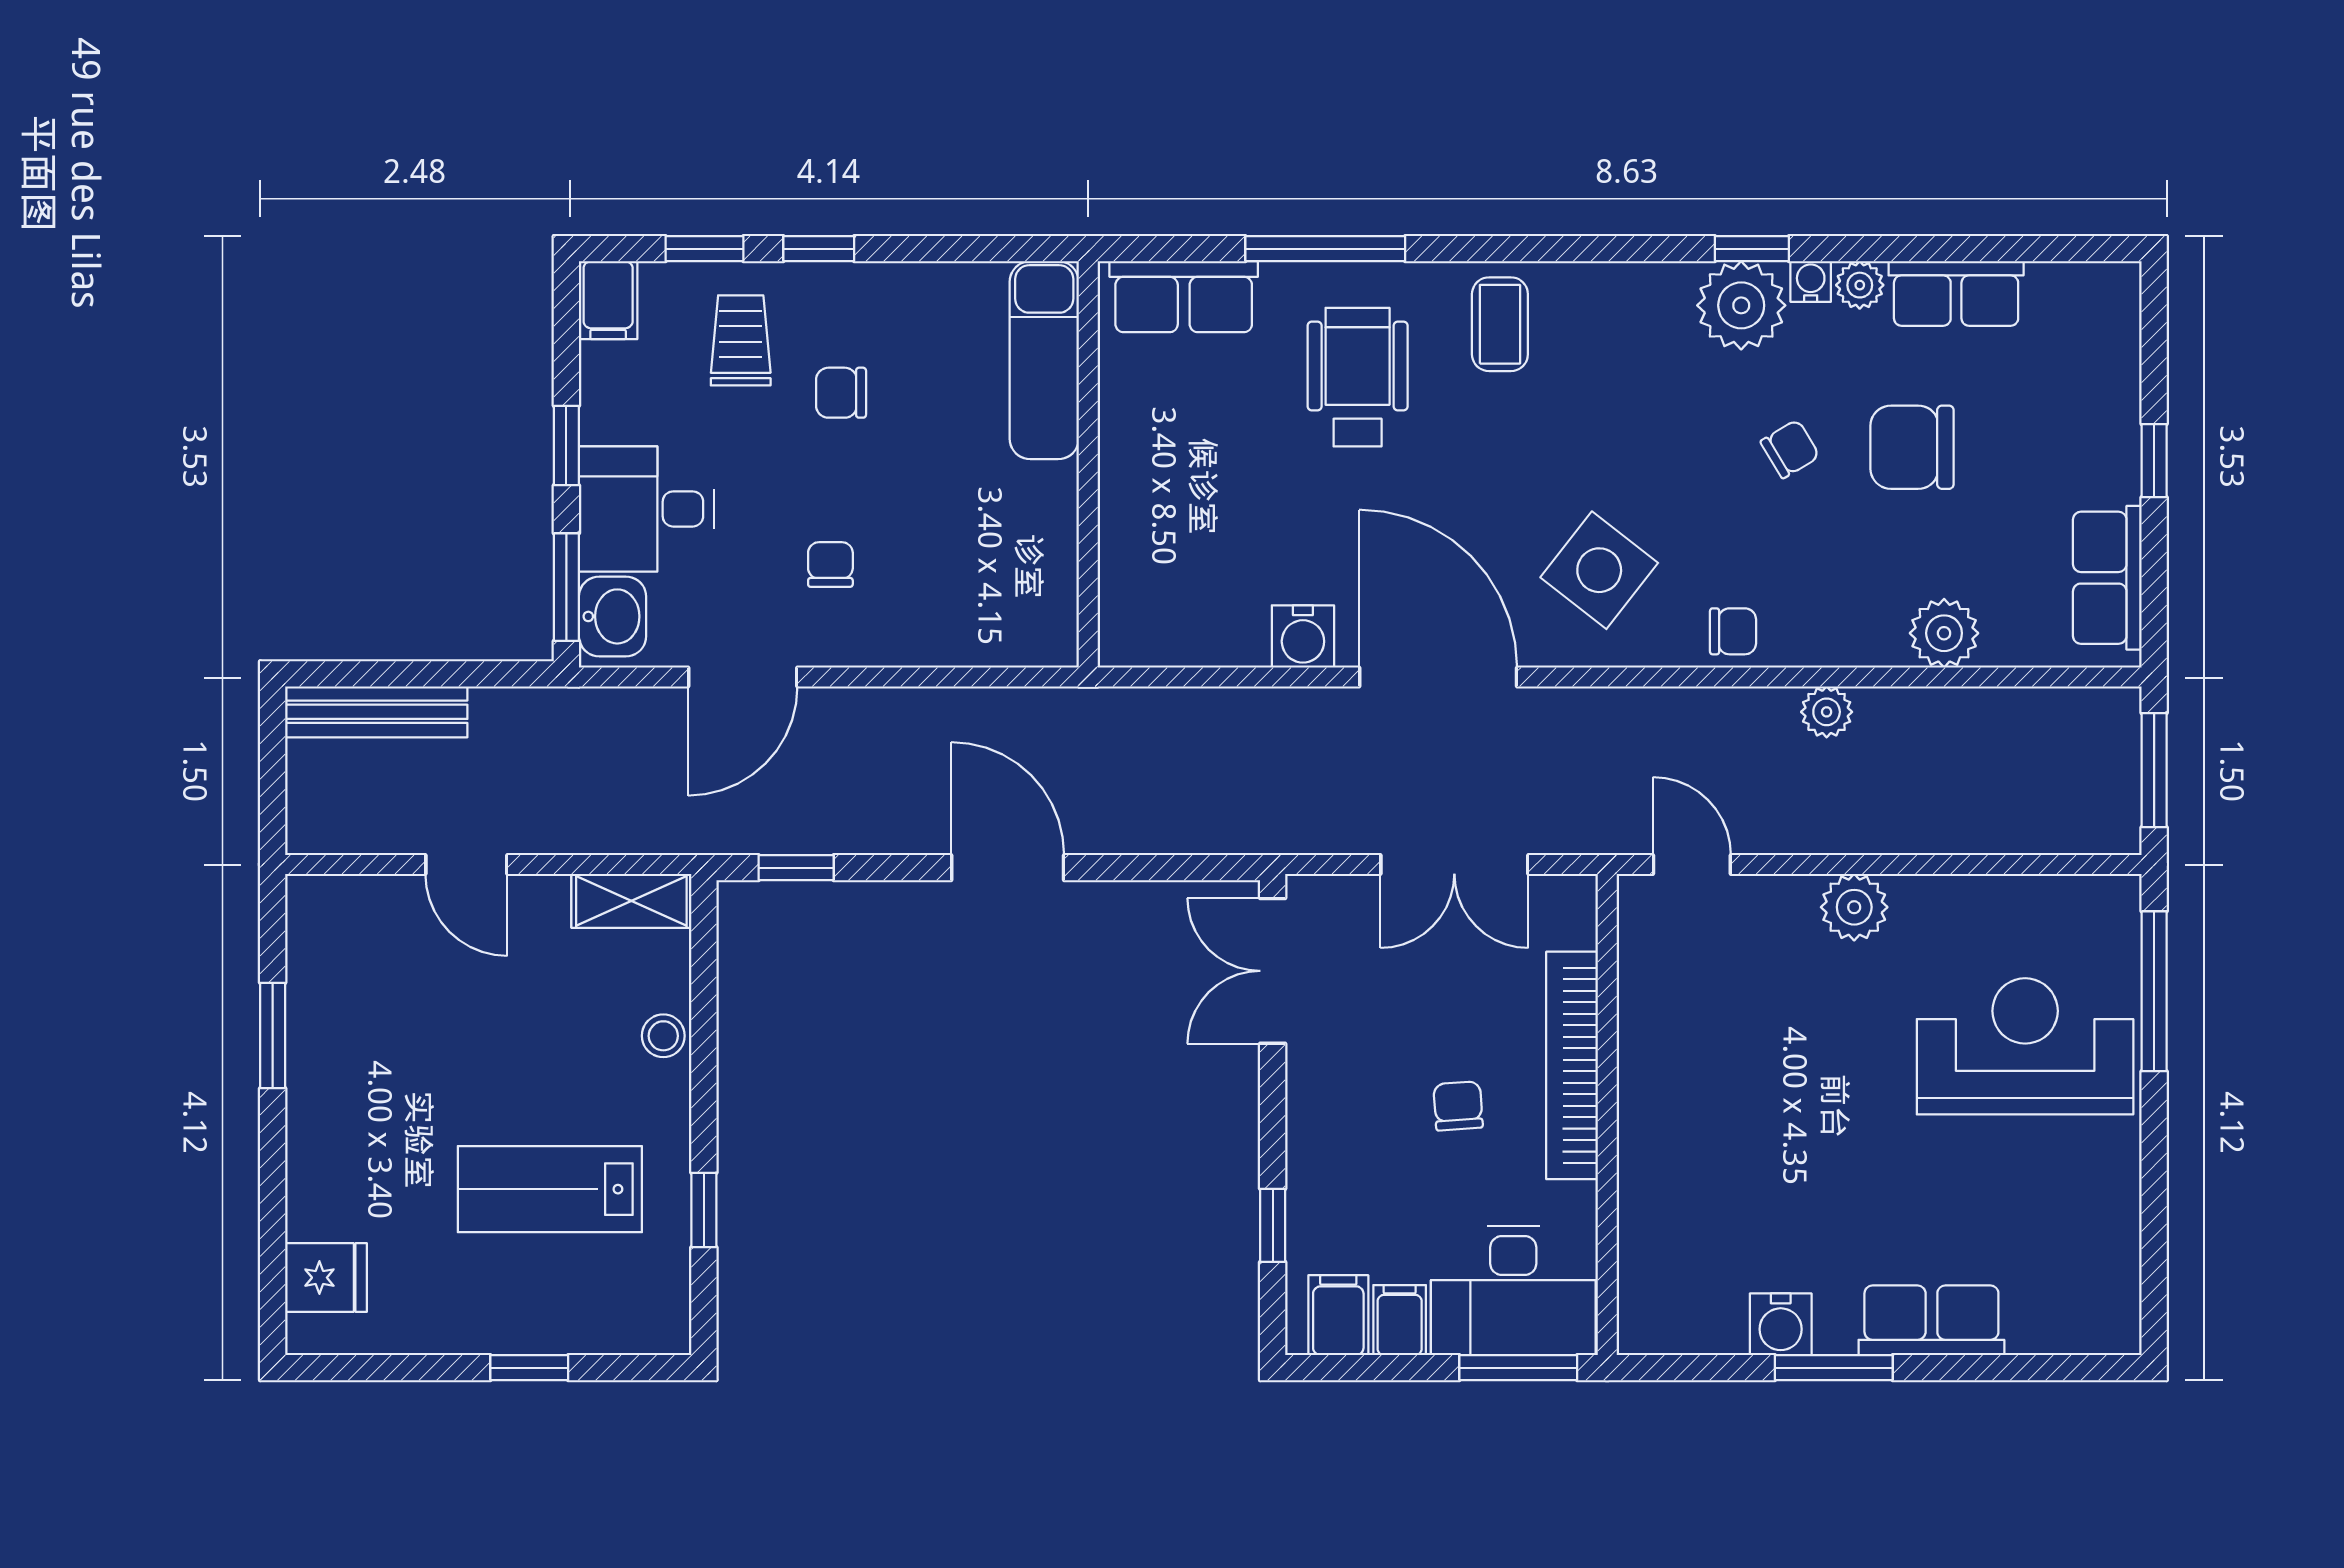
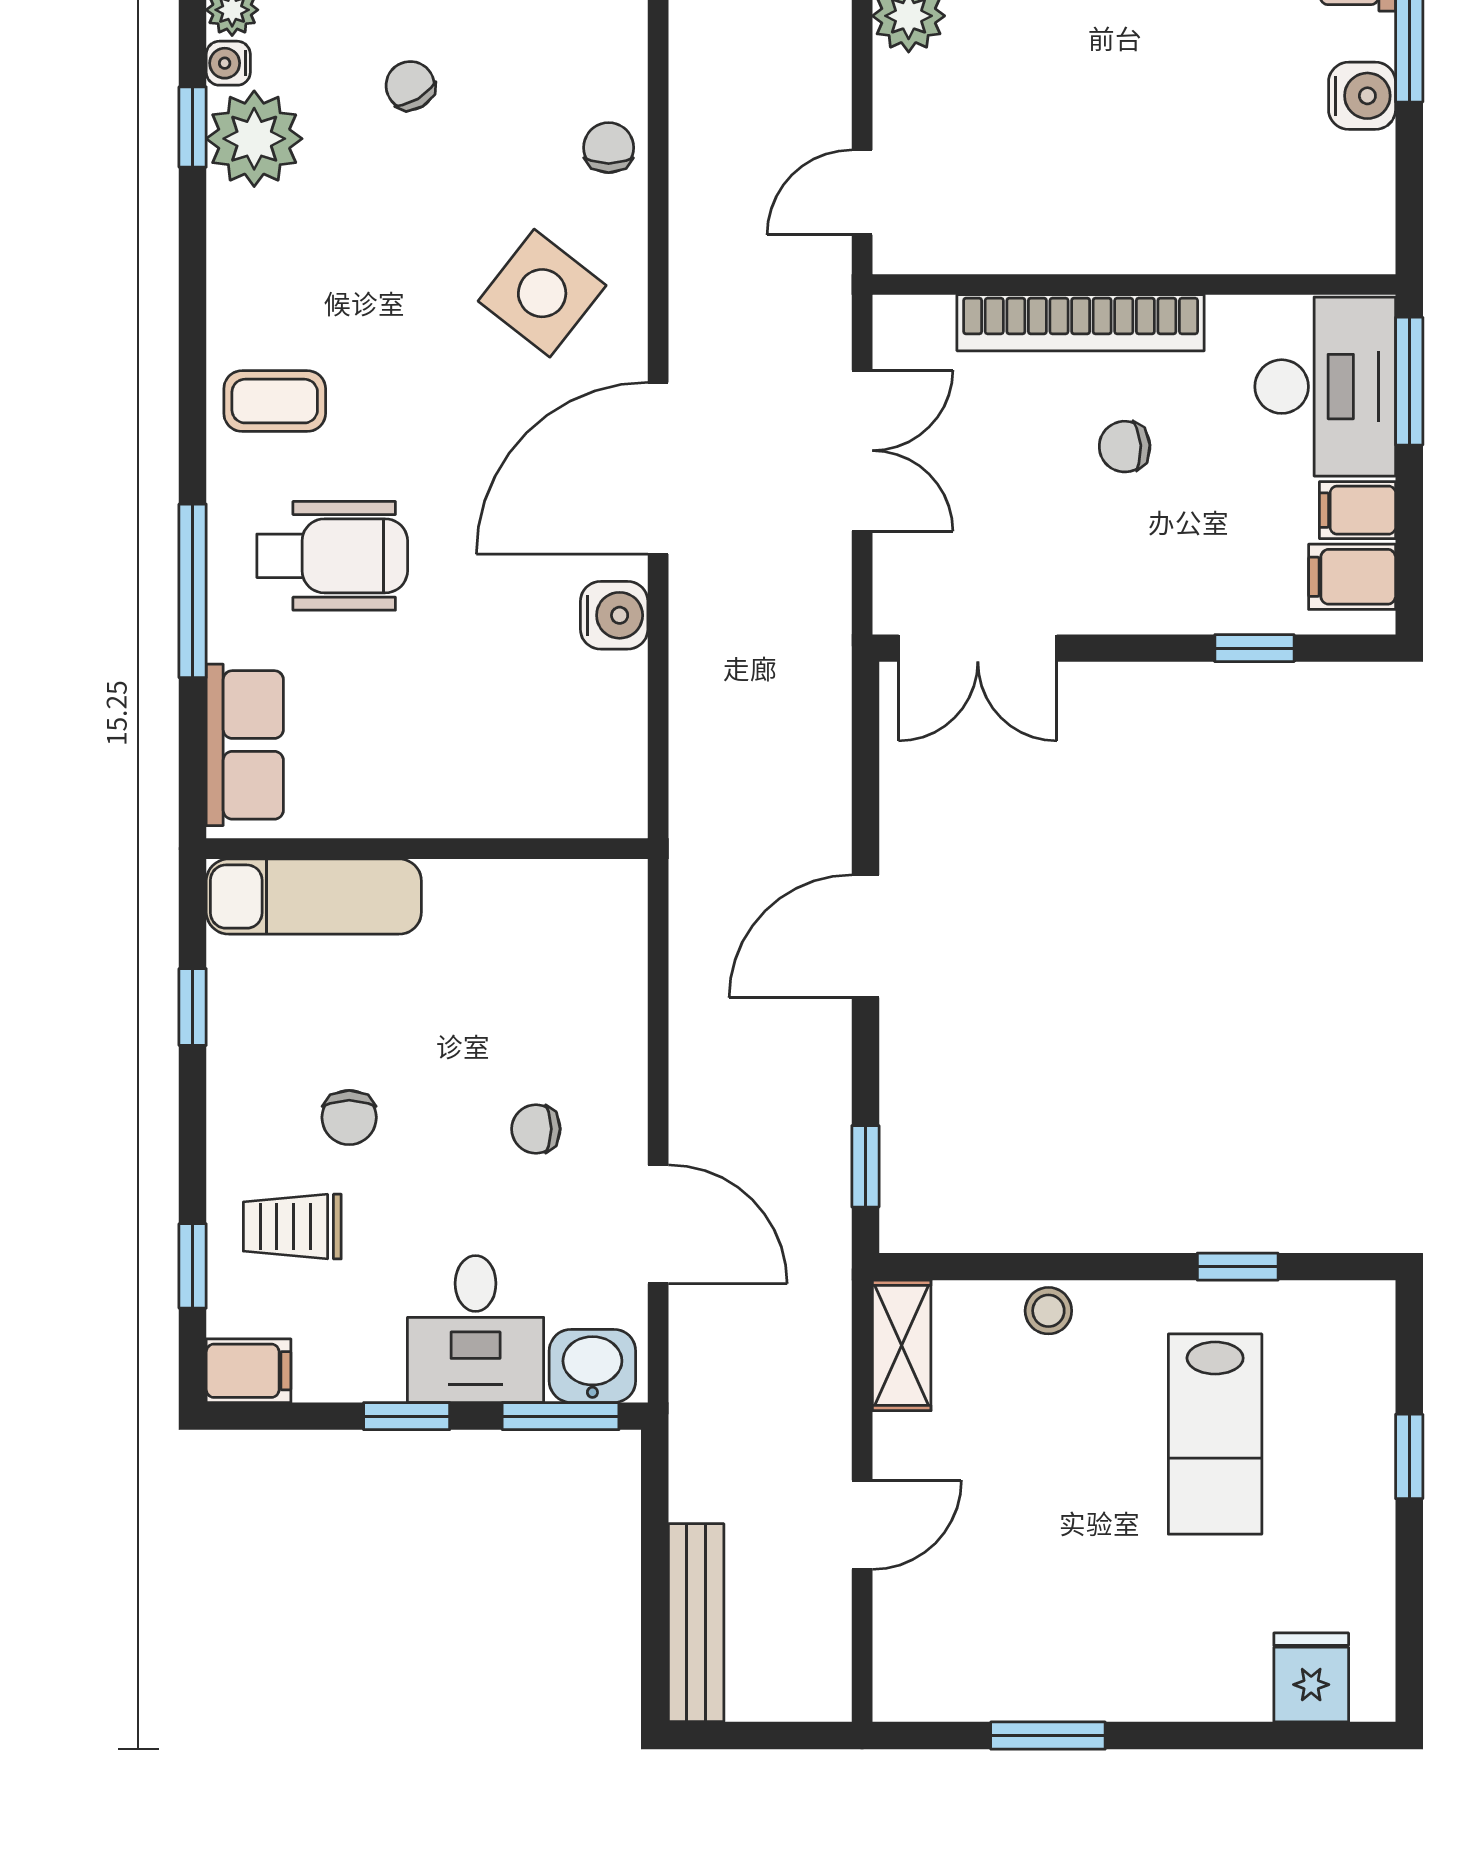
window: (819, 249) -> (193, 1007), moved
wheelchair: (1358, 377) -> (332, 556), turned 180
plant: (1827, 712) -> (696, 46), removed

